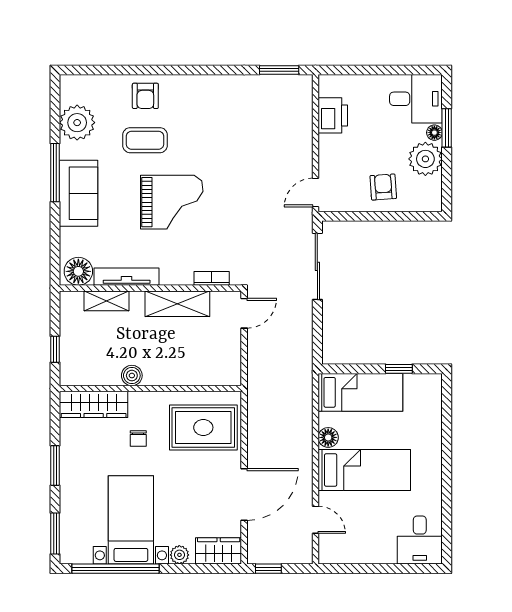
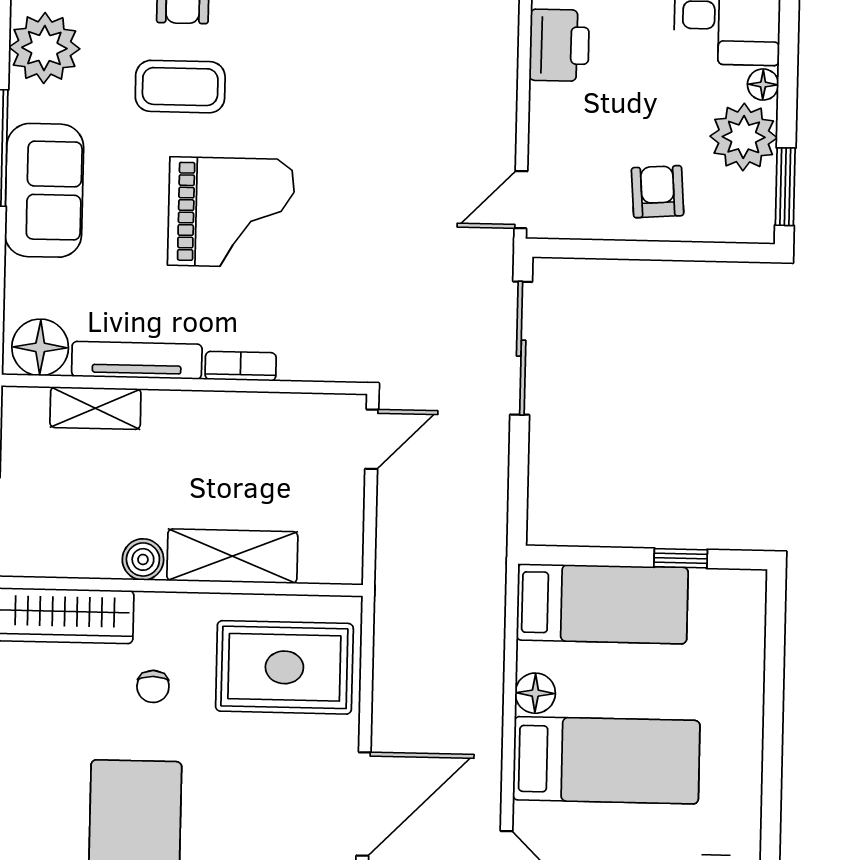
window: (447, 128) -> (785, 187), moved
bookcase: (212, 278) -> (241, 366), moved
shelving: (177, 304) -> (232, 556), moved

